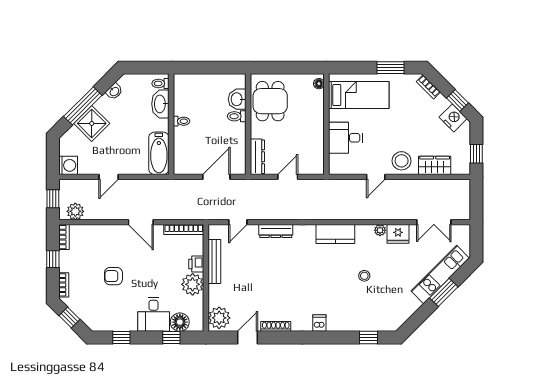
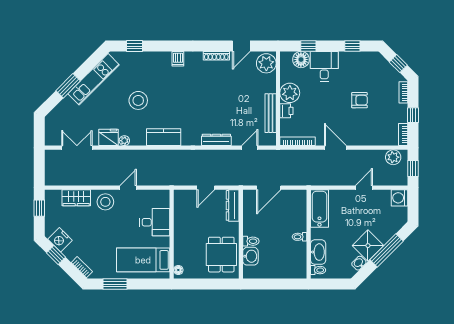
shower: (92, 123) -> (368, 246), moved
kitchen unit: (440, 275) -> (94, 79), moved
stool: (364, 276) -> (138, 100), width x1.89, depth x1.89

